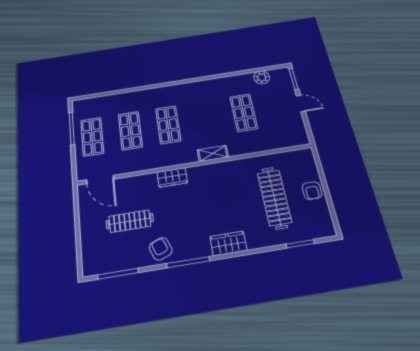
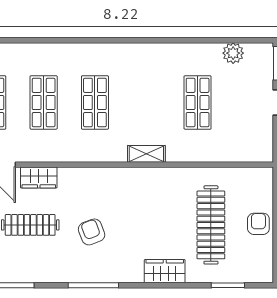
wardrobe: (172, 177) -> (39, 178), moved
armchair: (312, 191) -> (258, 224), turned 180
wardrobe: (228, 243) -> (165, 271), moved
armchair: (161, 249) -> (92, 232), moved

